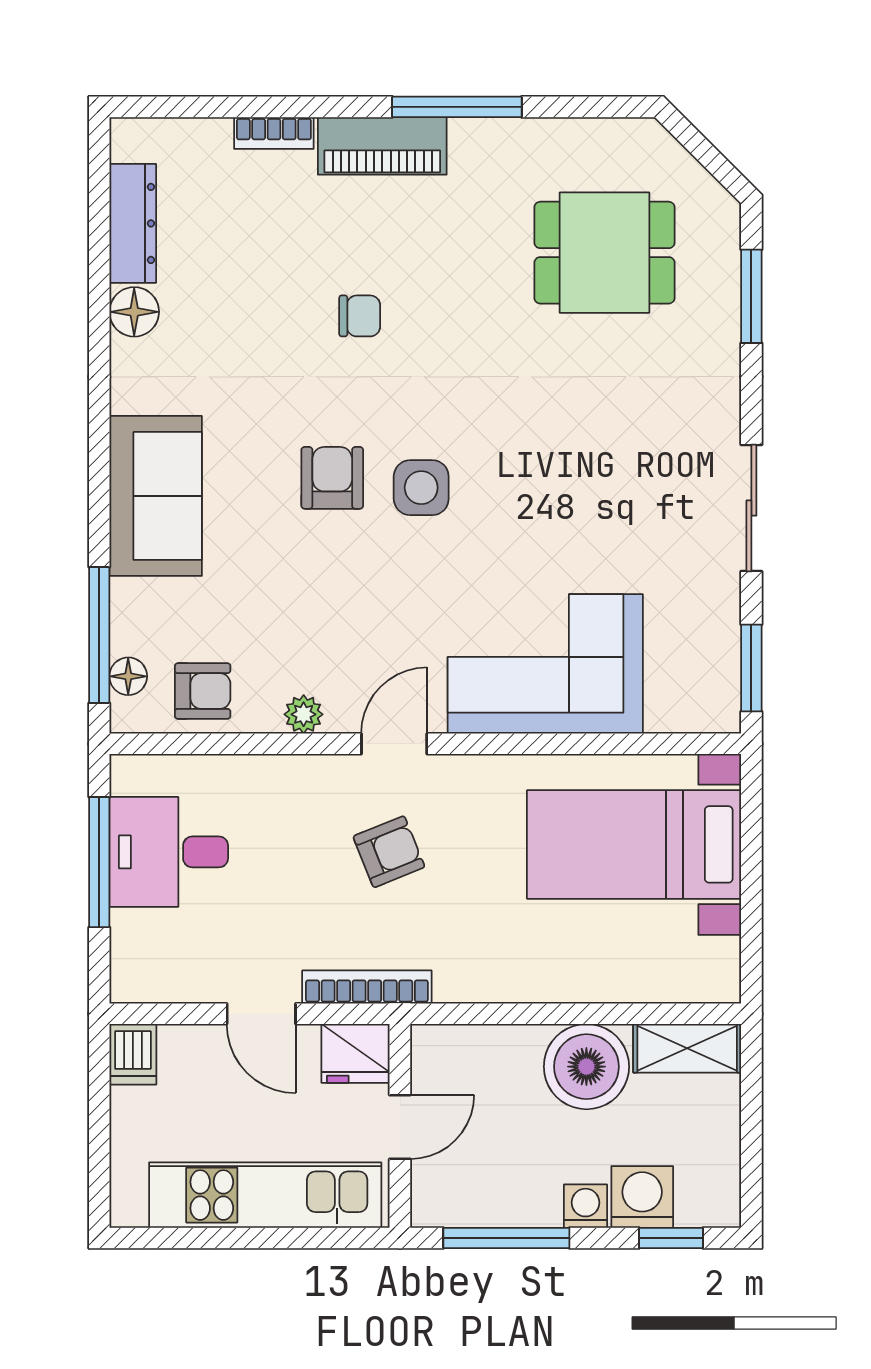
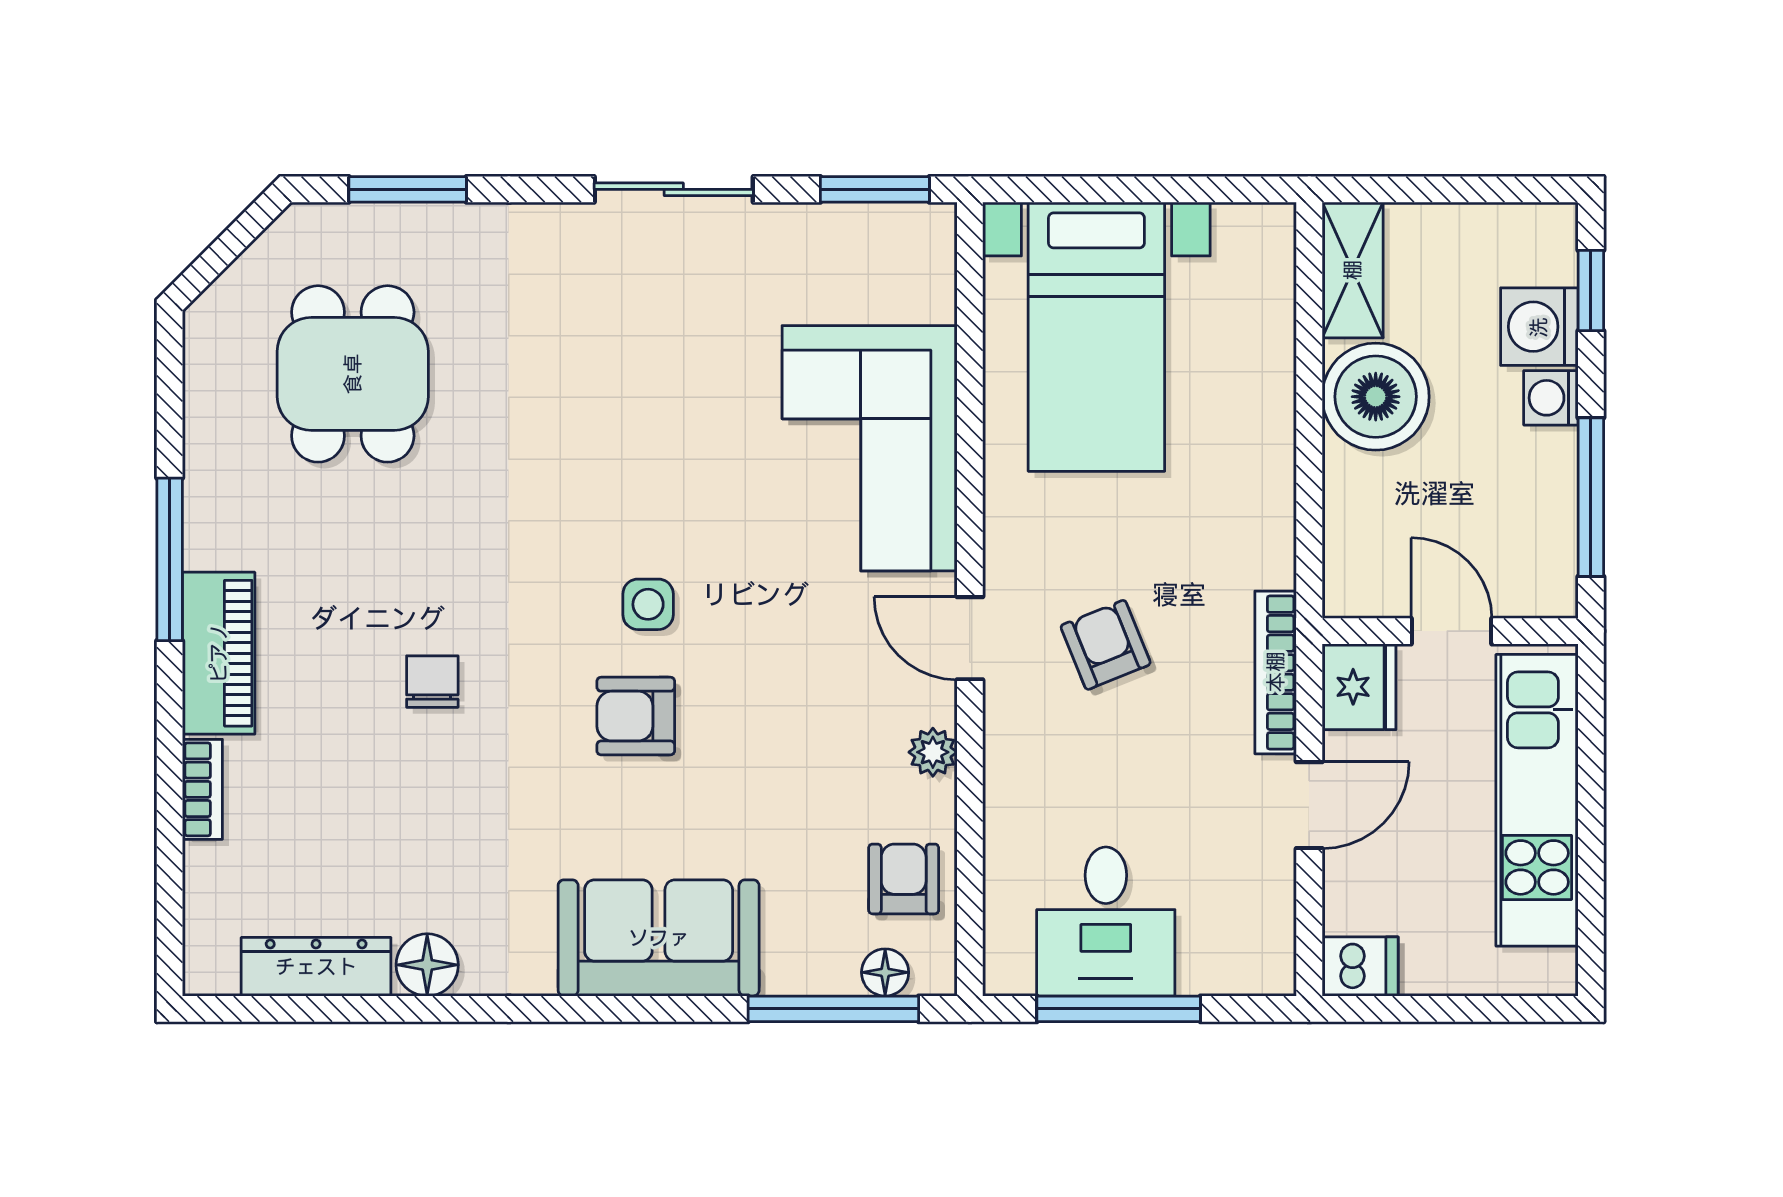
side table: (421, 488) -> (648, 604), width x0.73, depth x0.73

